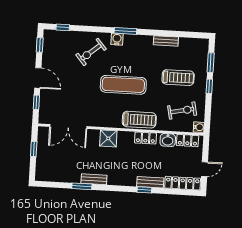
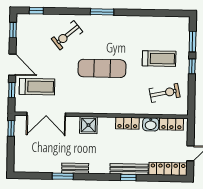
water cooler: (117, 39) -> (94, 21), removed
bench: (166, 41) -> (145, 21), removed
treadmill: (139, 120) -> (37, 87), moved
water cooler: (199, 127) -> (183, 110), removed
window: (34, 149) -> (11, 128), moved
bench: (150, 182) -> (129, 169), width x1.36

